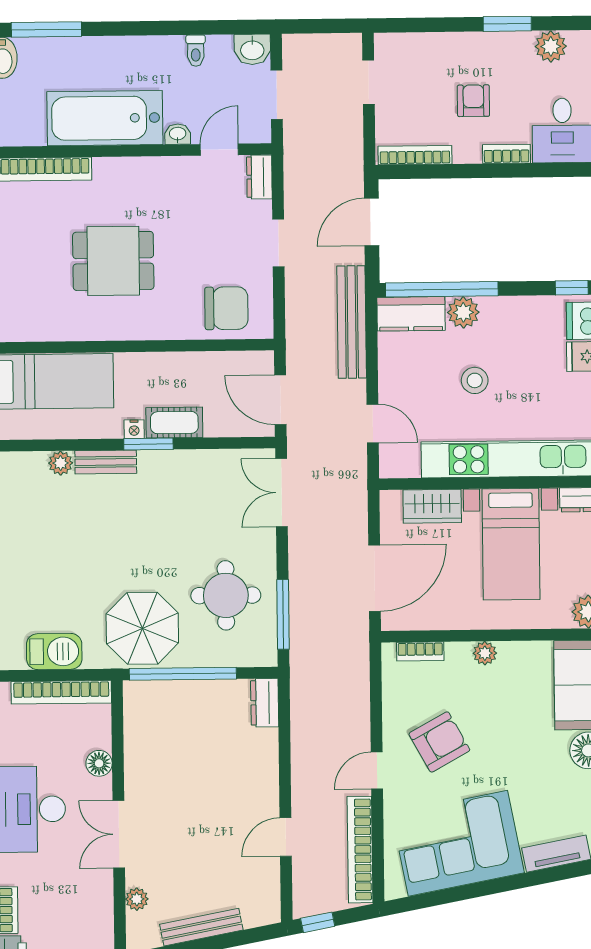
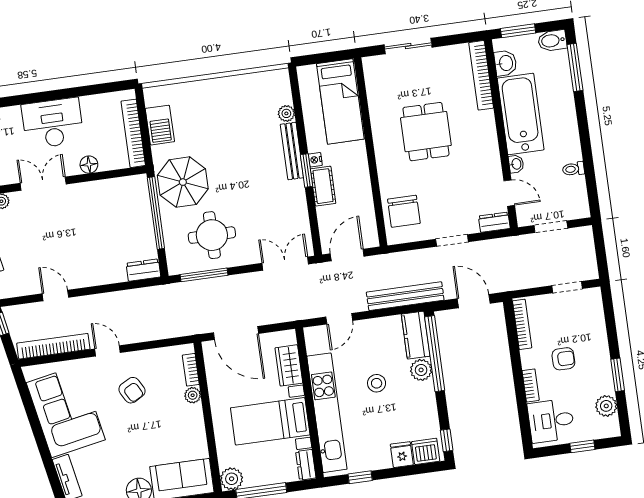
washbasin: (252, 49) -> (505, 63), moved, turned 180
bench: (106, 462) -> (292, 151), width x1.36
plant: (485, 653) -> (193, 395), moved
armchair: (439, 742) -> (132, 390), width x0.72, depth x0.72

